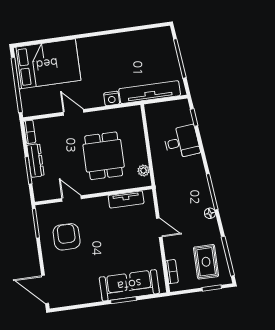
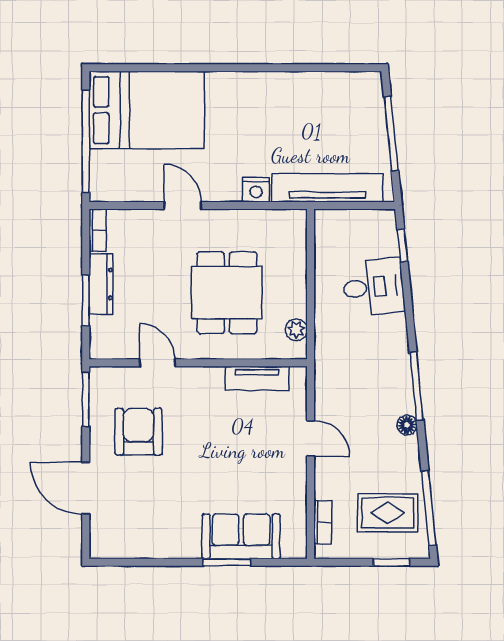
rug: (206, 262) -> (388, 513), turned 90
sofa: (129, 285) -> (241, 536), width x0.73
door: (45, 289) -> (86, 488), moved

